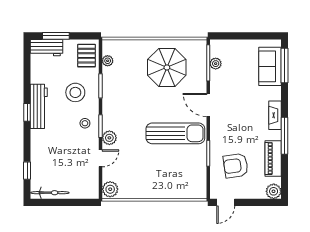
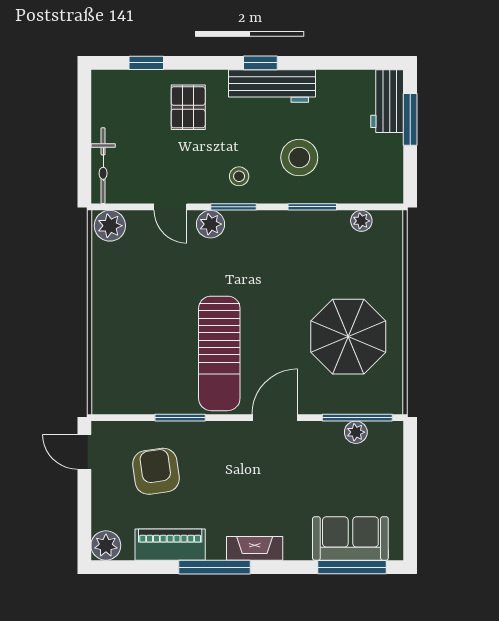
pallet: (87, 56) -> (188, 107), moved, turned 90
bicycle: (50, 193) -> (103, 166), moved

